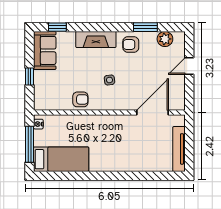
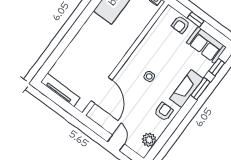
window: (145, 27) -> (201, 89), moved
armchair: (80, 99) -> (181, 25), moved

